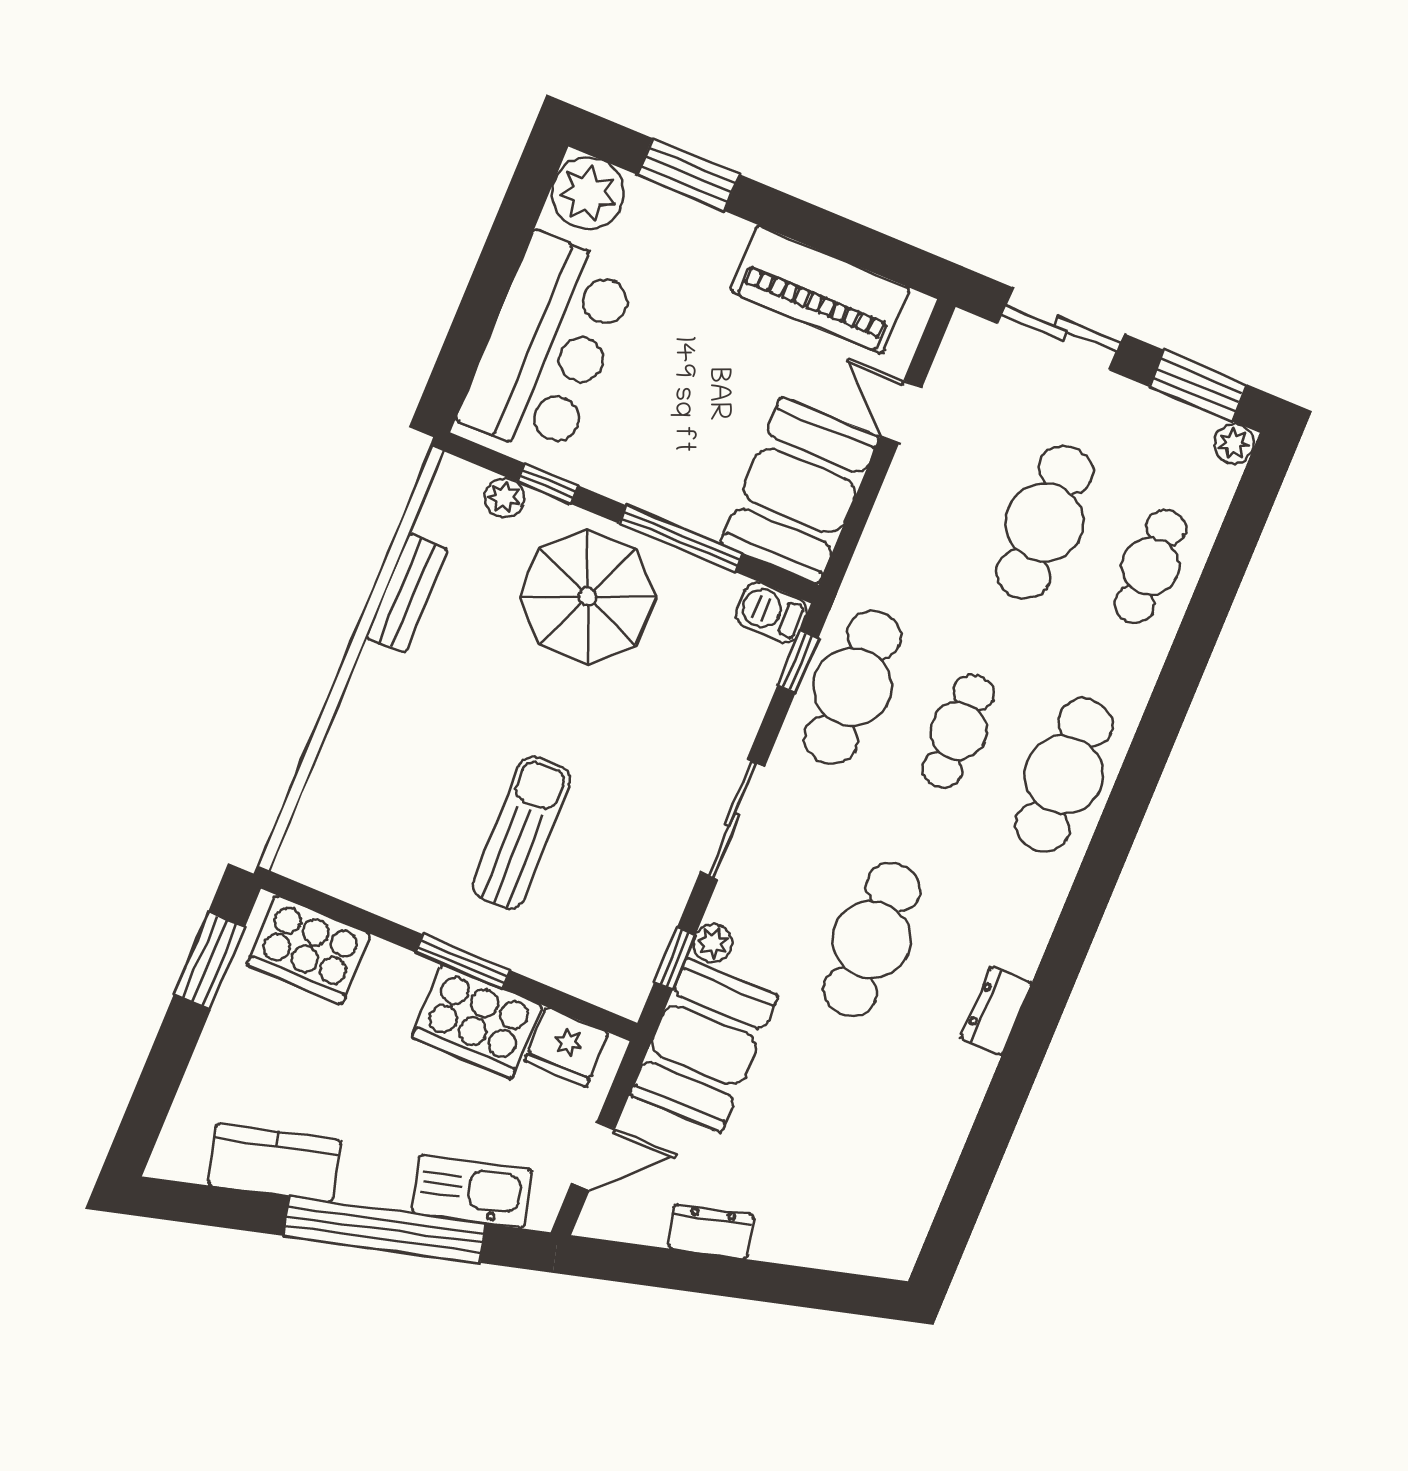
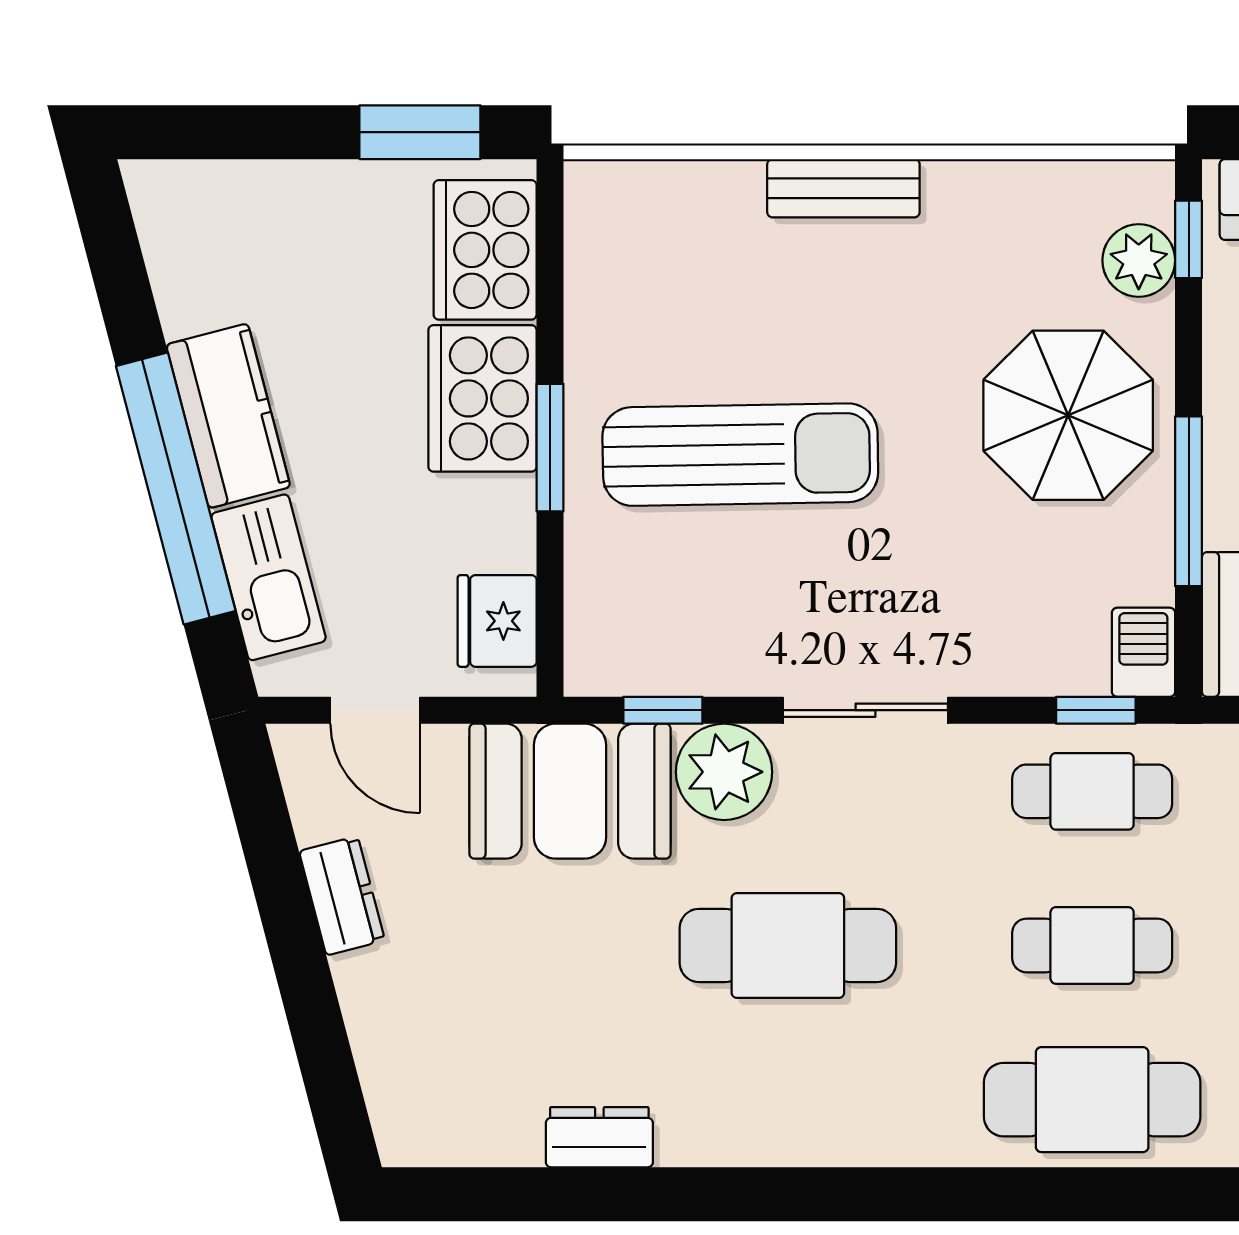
window: (547, 483) -> (1189, 239), moved
plant: (504, 498) -> (1139, 260), width x1.38, depth x1.38
bench: (407, 593) -> (843, 188), moved
cafe table: (852, 687) -> (1092, 791), width x0.73, depth x0.74
sun lounger: (521, 833) -> (740, 455), width x1.36, depth x1.34
plant: (713, 943) -> (724, 772), width x1.88, depth x1.88
dresser: (996, 1011) -> (599, 1137), moved
cooker: (477, 1022) -> (482, 398), moved
kitchen counter: (274, 1163) -> (228, 416), moved

